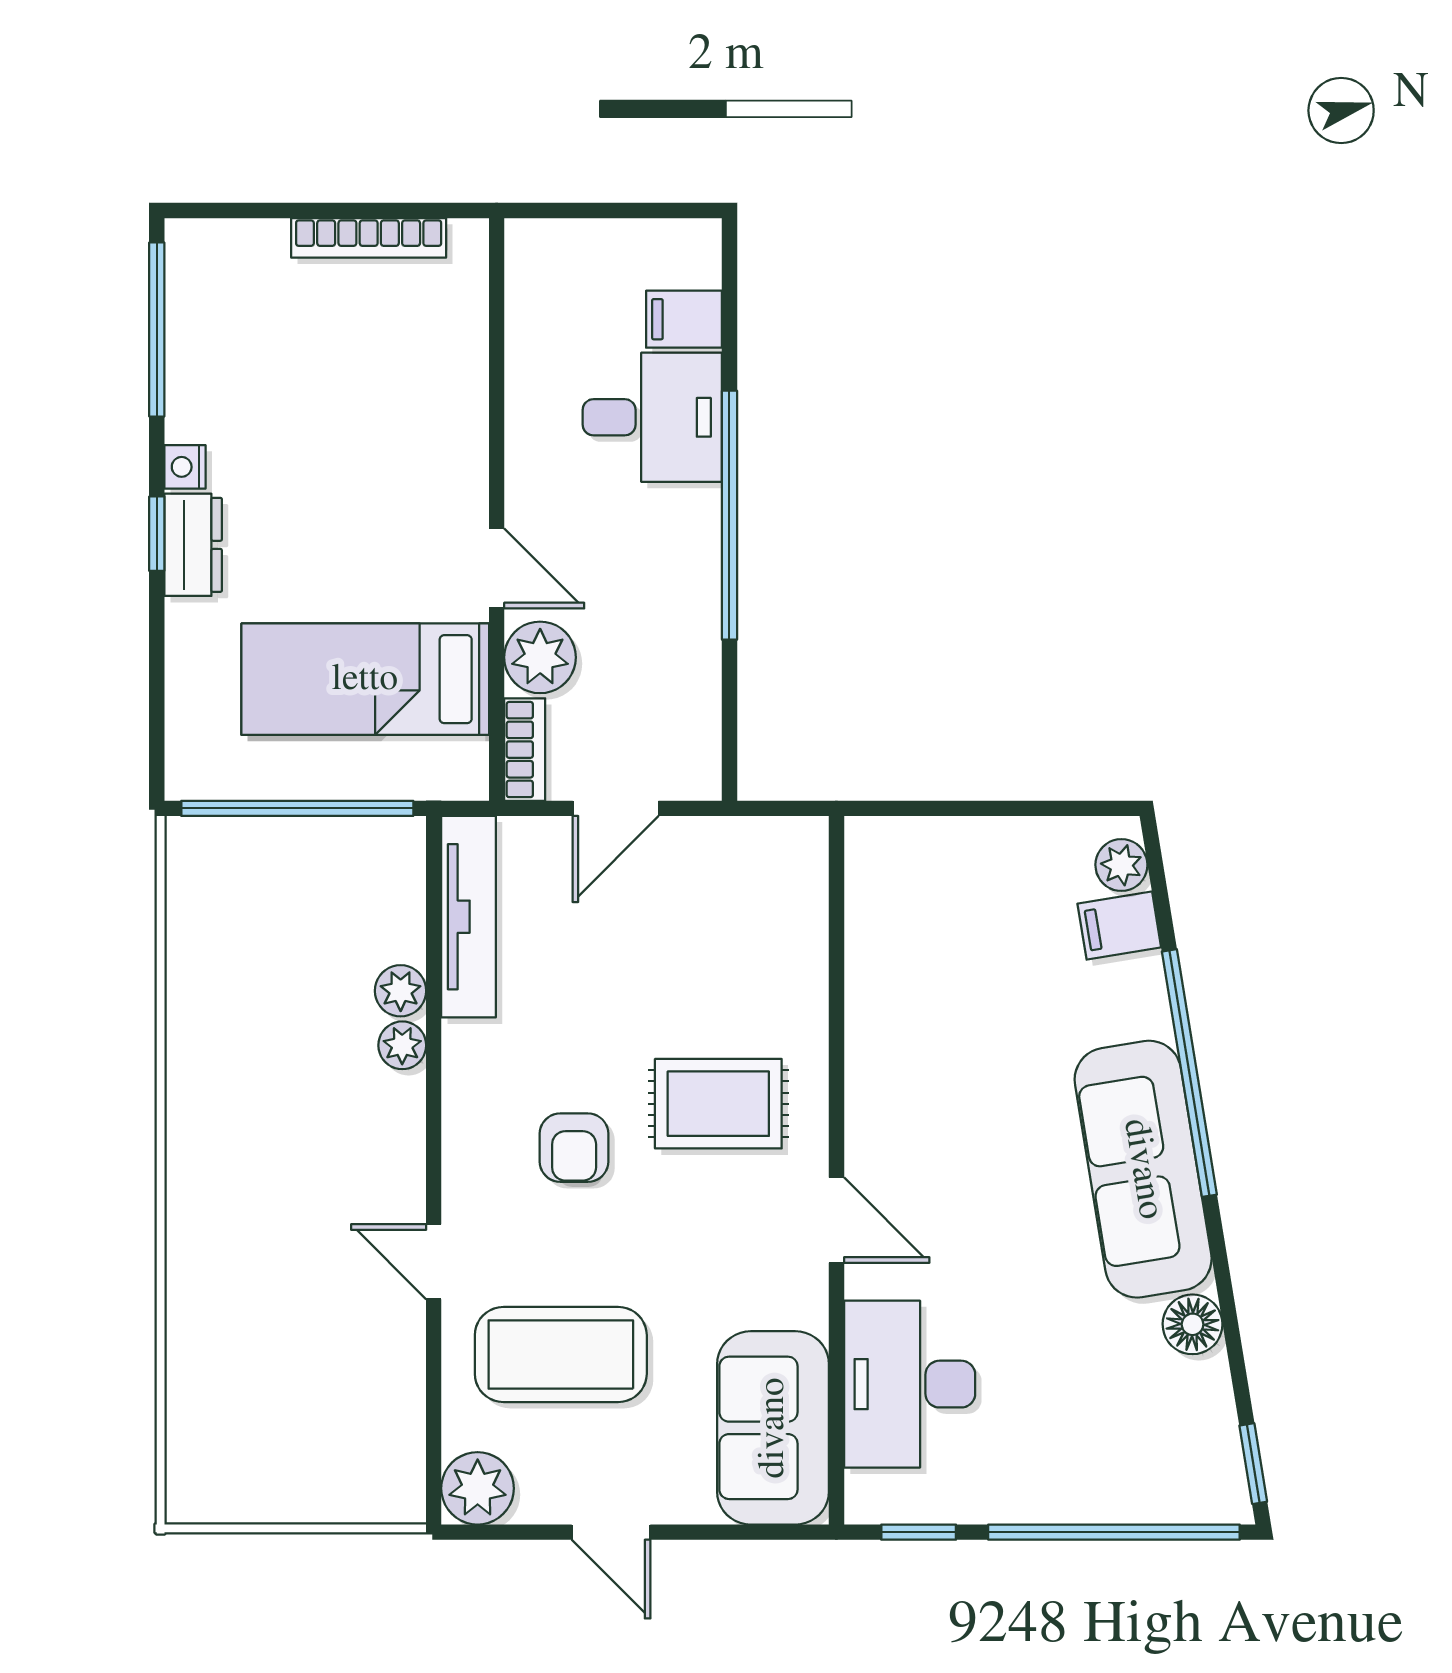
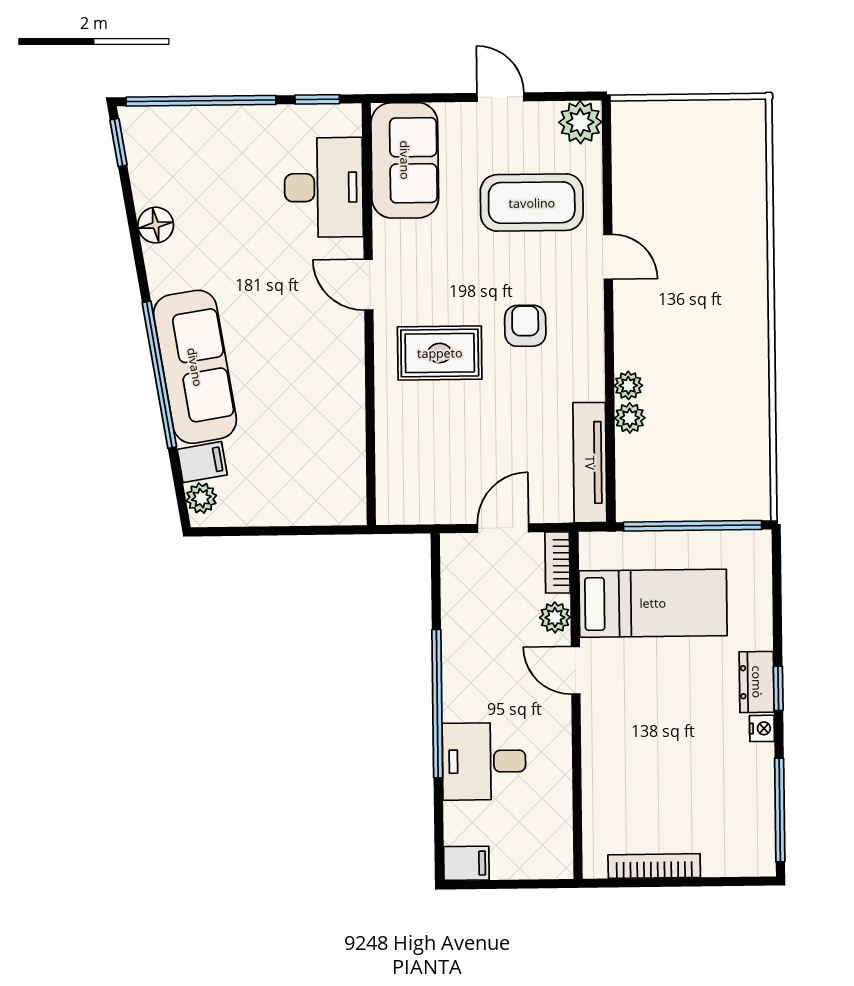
filing cabinet: (684, 319) -> (466, 863), moved
plant: (540, 657) -> (555, 617), width x0.73, depth x0.73
sofa: (1143, 1169) -> (195, 367), moved

